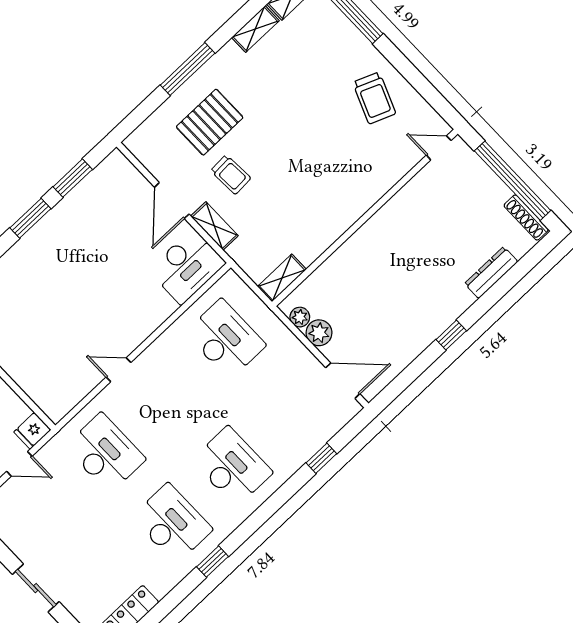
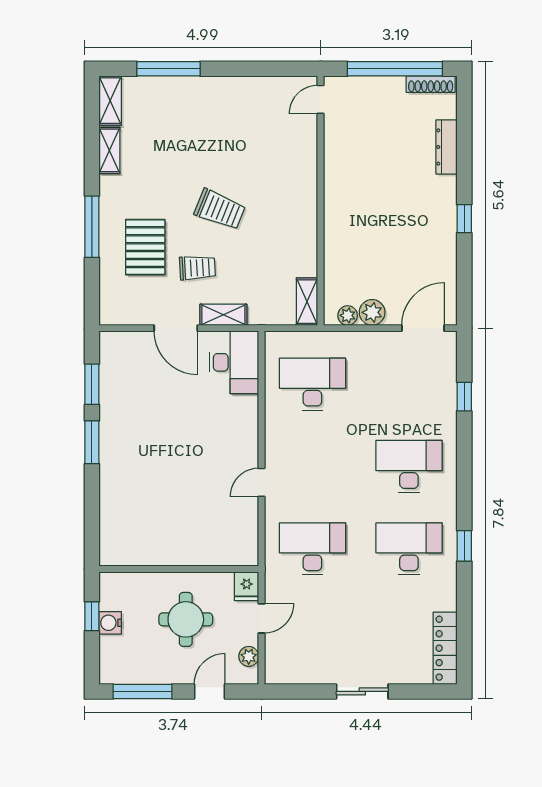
trolley: (374, 98) -> (220, 209), moved

